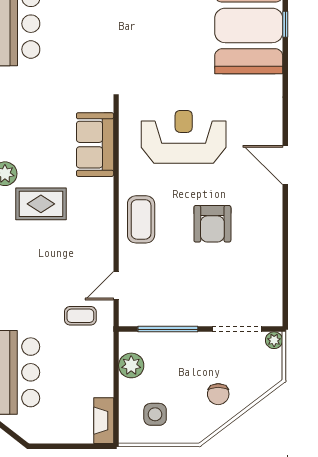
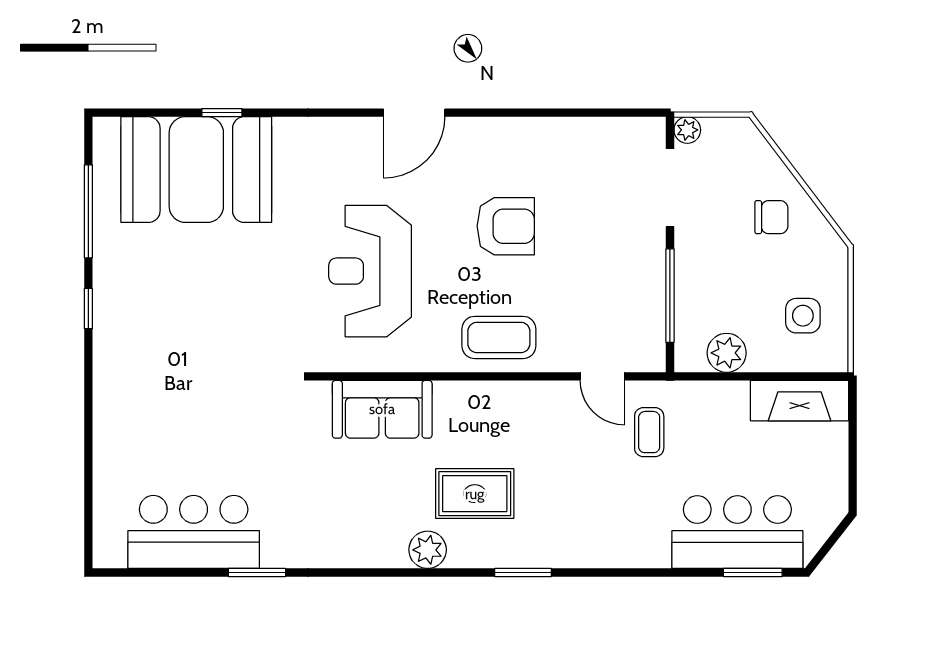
window: (285, 24) -> (222, 113), moved
rug: (41, 204) -> (475, 494), turned 90
fireplace: (104, 421) -> (799, 401), width x1.37, depth x1.32

